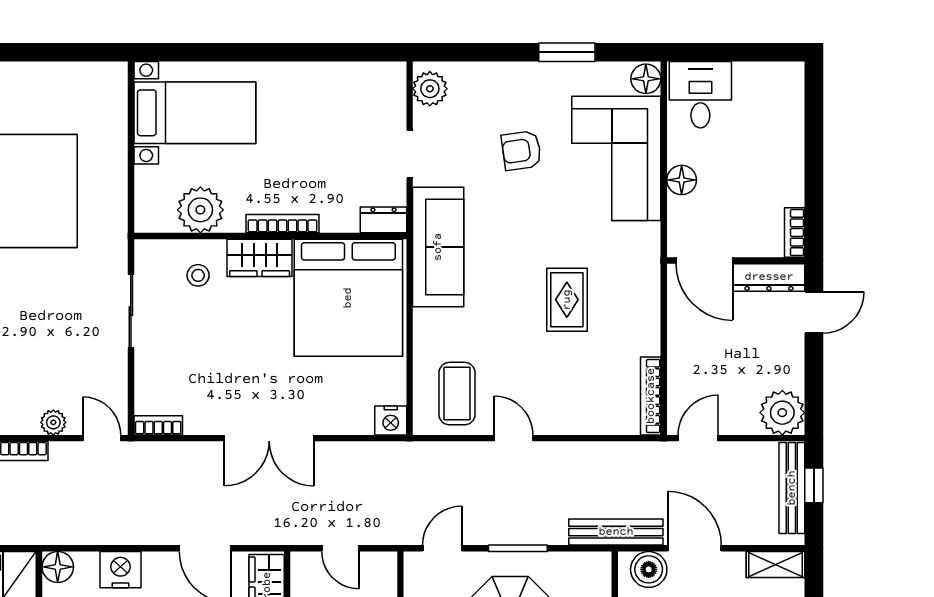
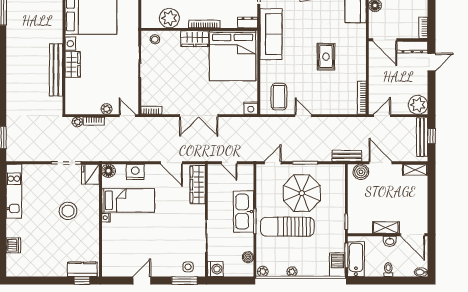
stool: (198, 275) -> (155, 39), moved
bench: (616, 532) -> (347, 156), width x0.73

